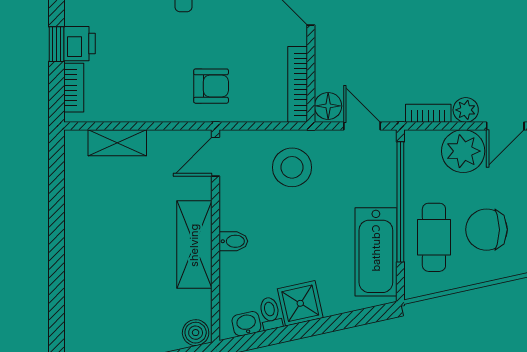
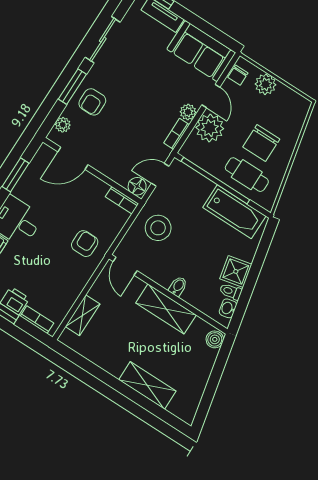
bookcase: (298, 84) -> (122, 200), width x0.64
shelving: (81, 284) -> (147, 385), added

